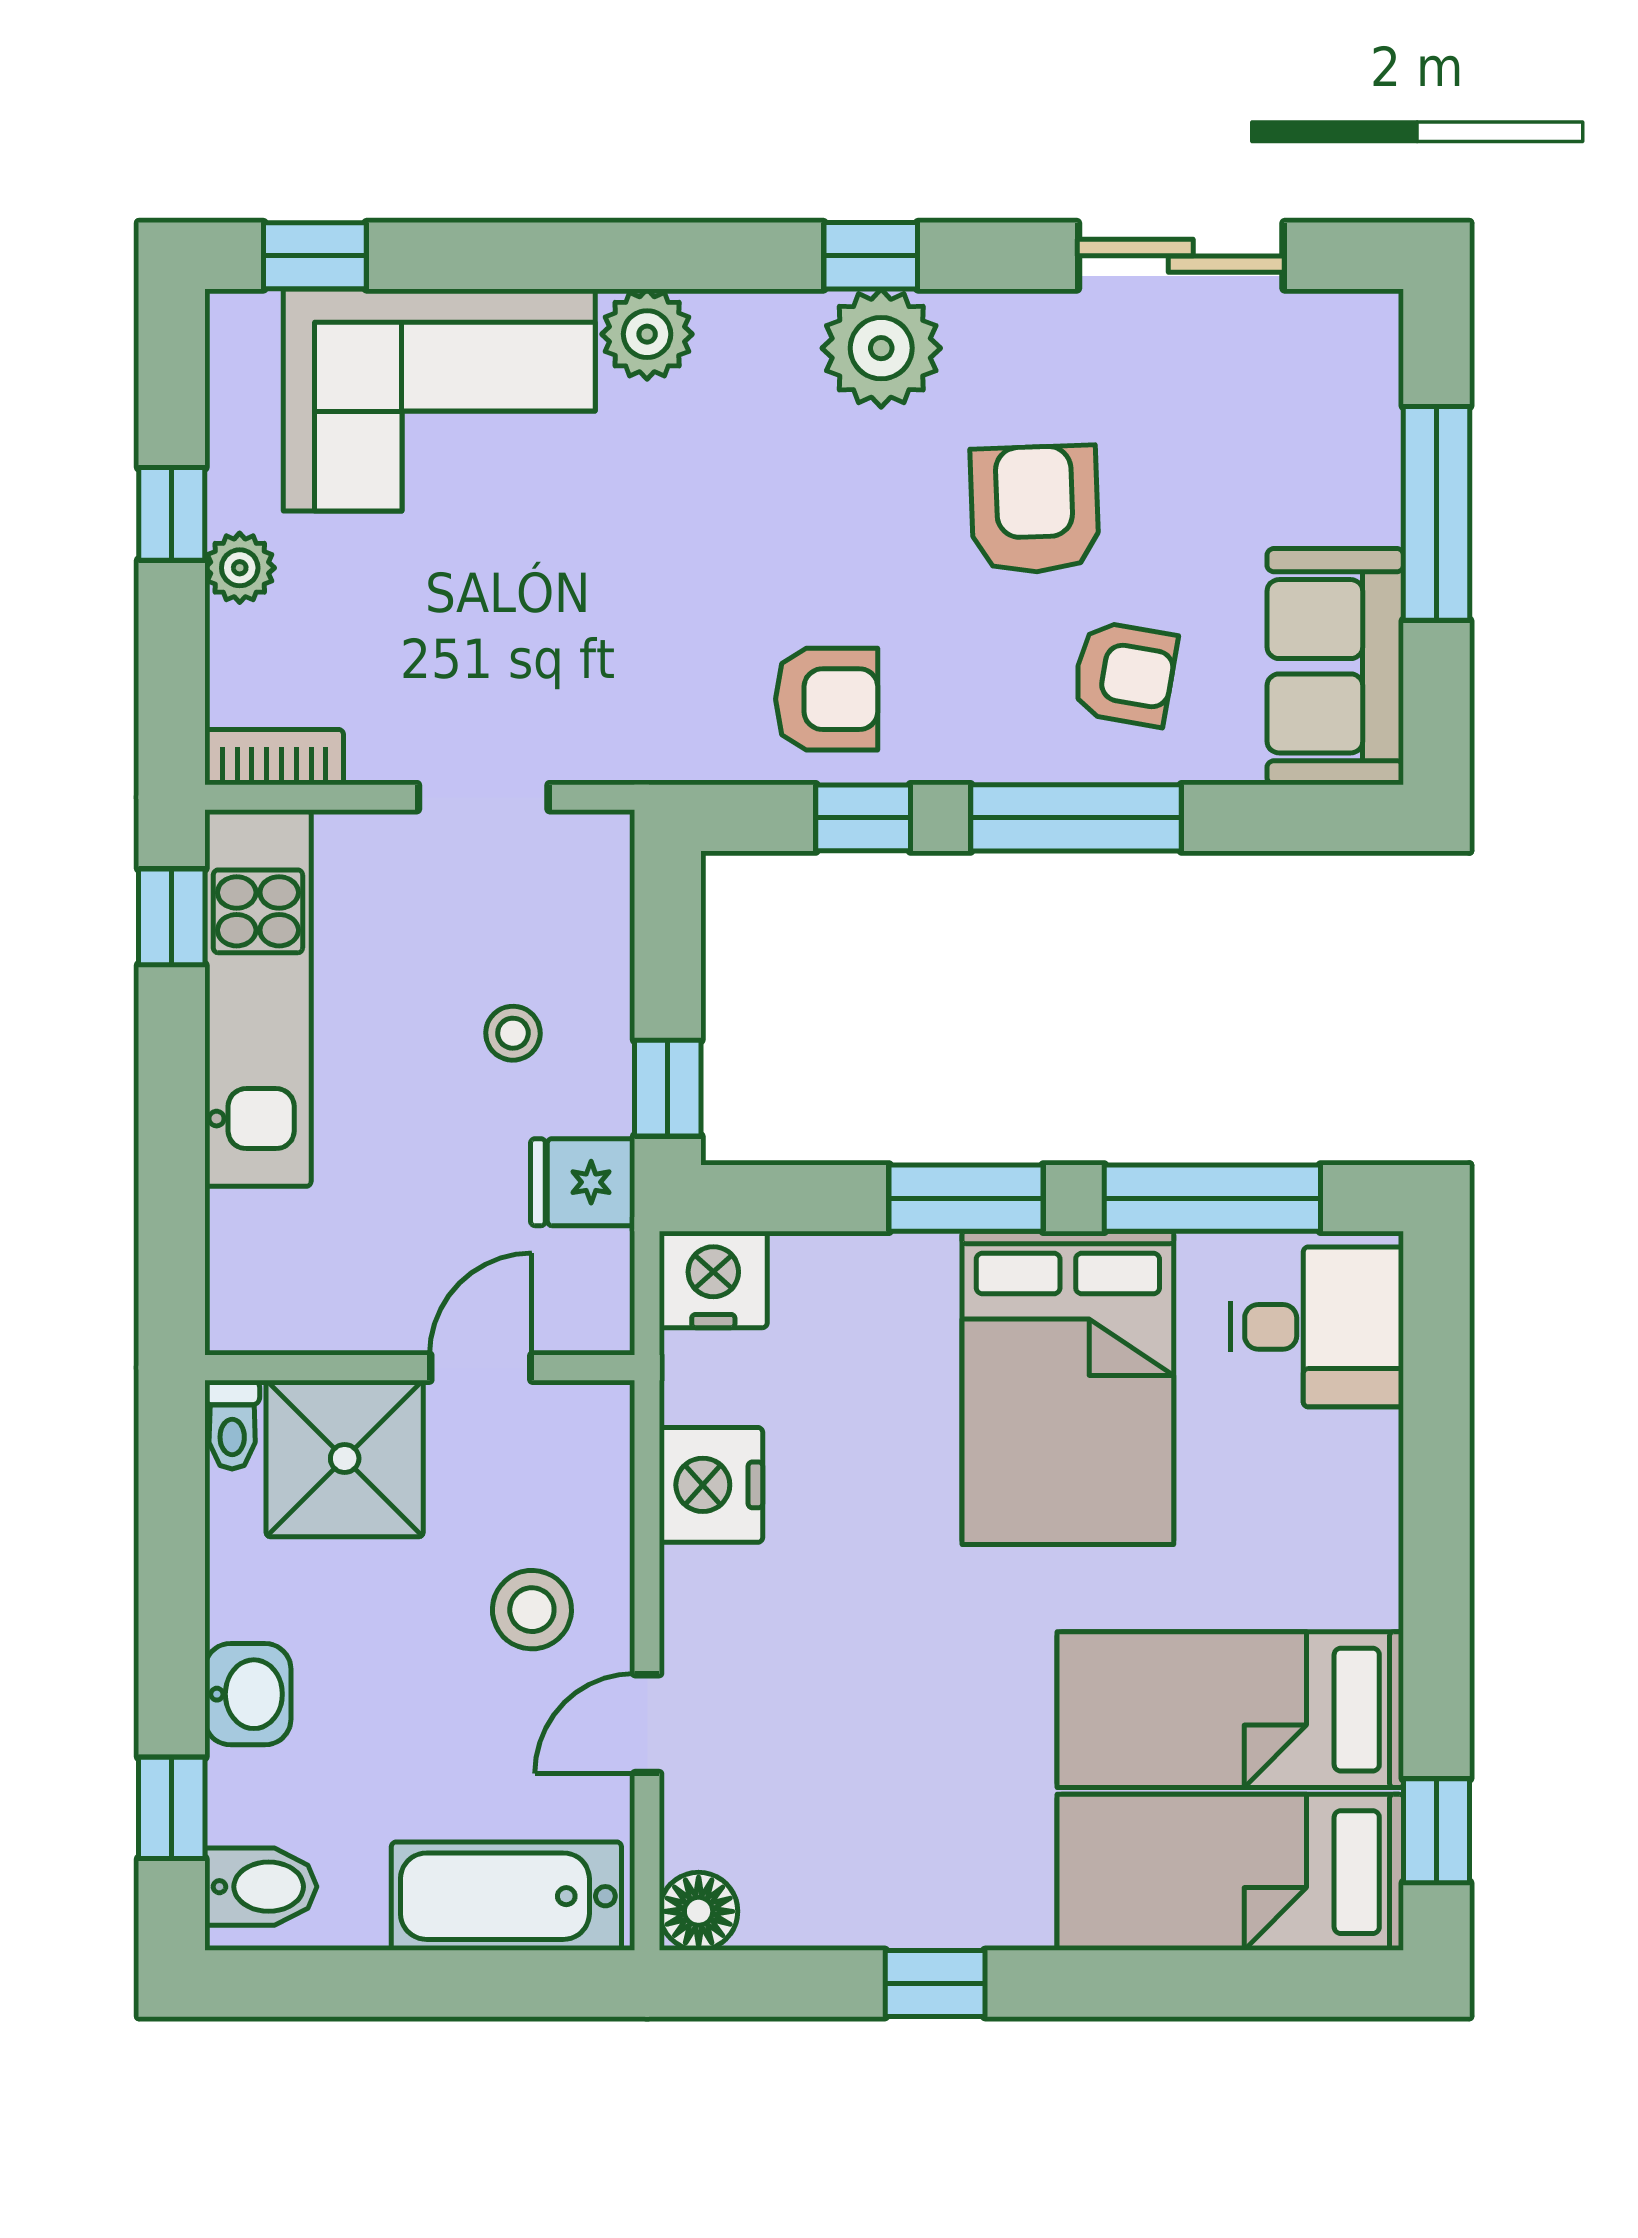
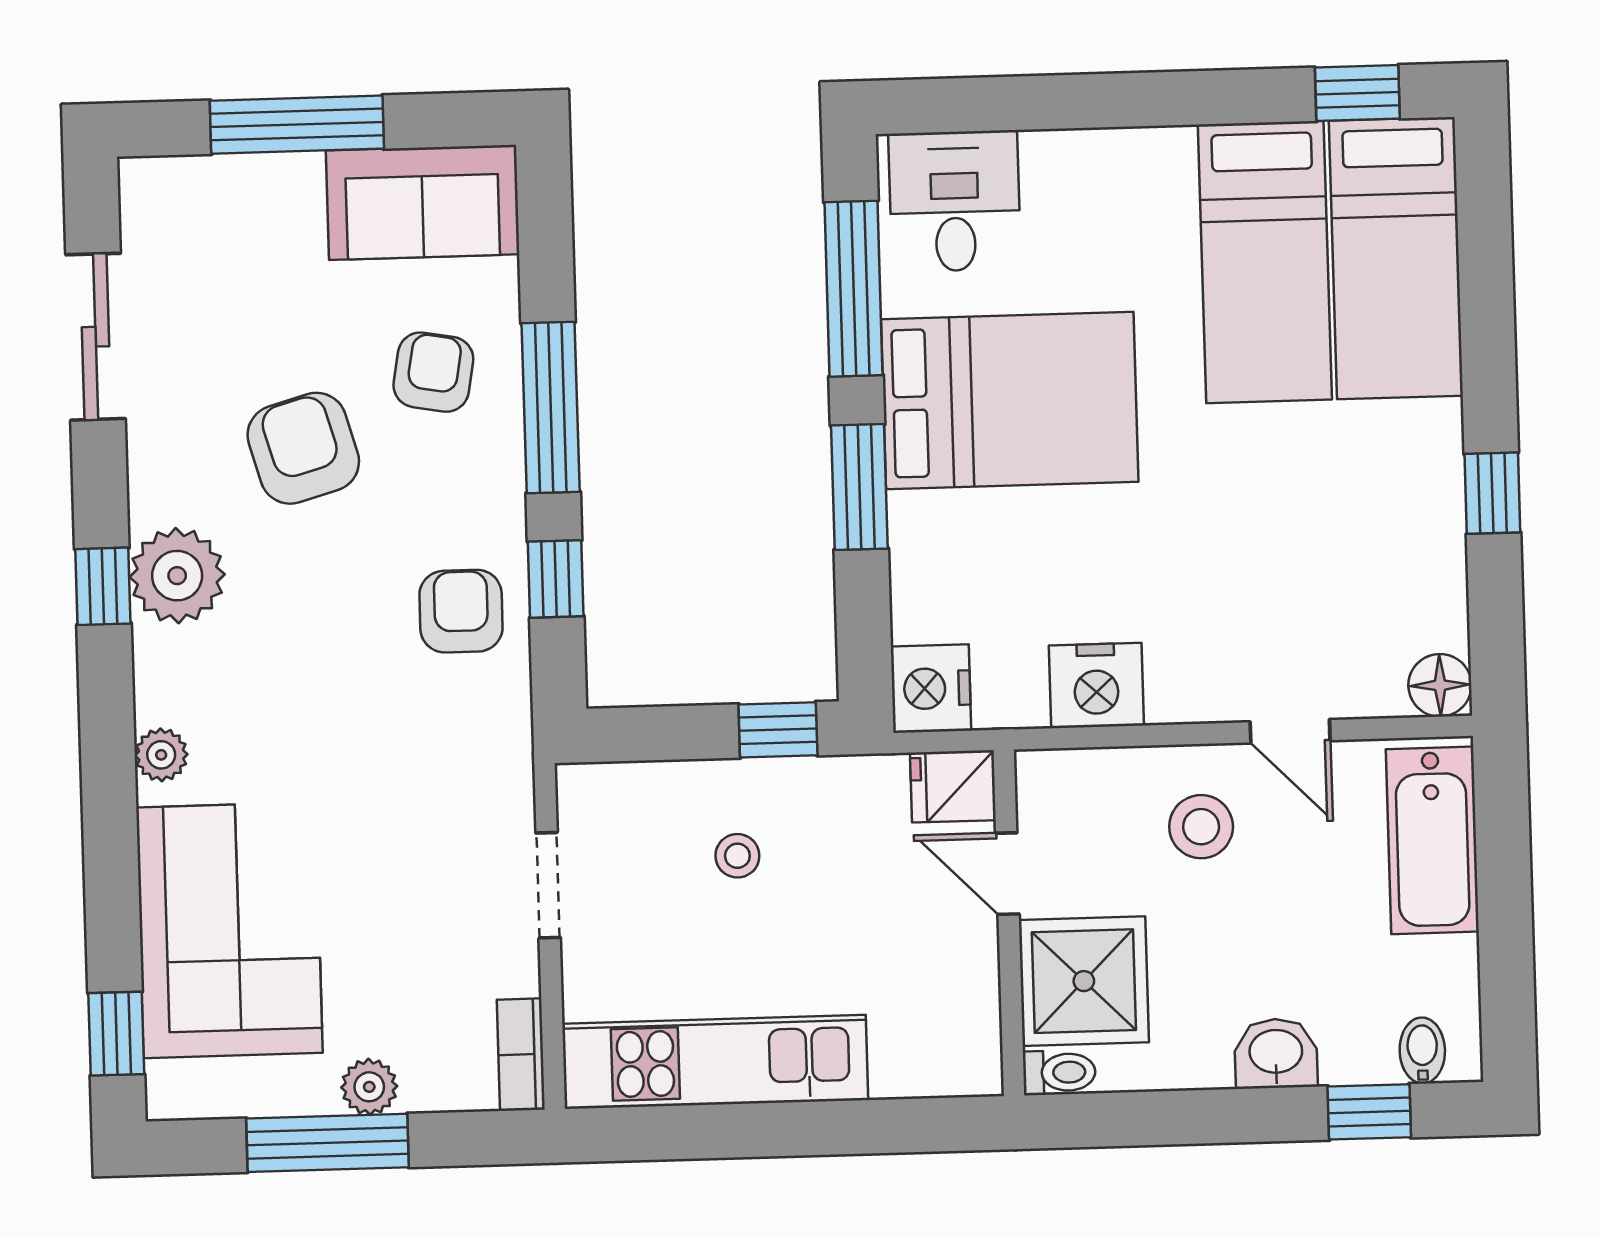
plant: (647, 334) -> (161, 755), width x0.73, depth x0.73
armchair: (1035, 509) -> (303, 448), turned 76
window: (172, 514) -> (327, 1143), width x2.17
window: (172, 917) -> (652, 1133), removed
fridge: (583, 1182) -> (953, 786), moved, turned 90
bidet: (261, 1887) -> (1422, 1051), width x0.72, depth x0.74

